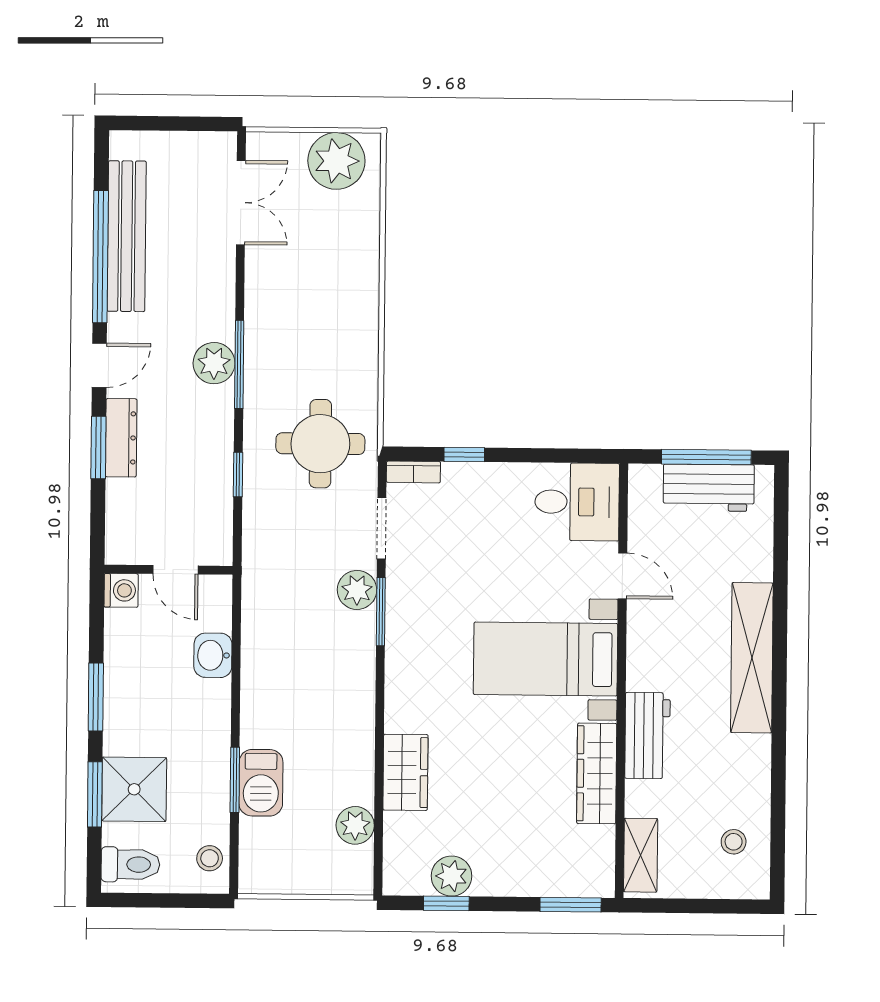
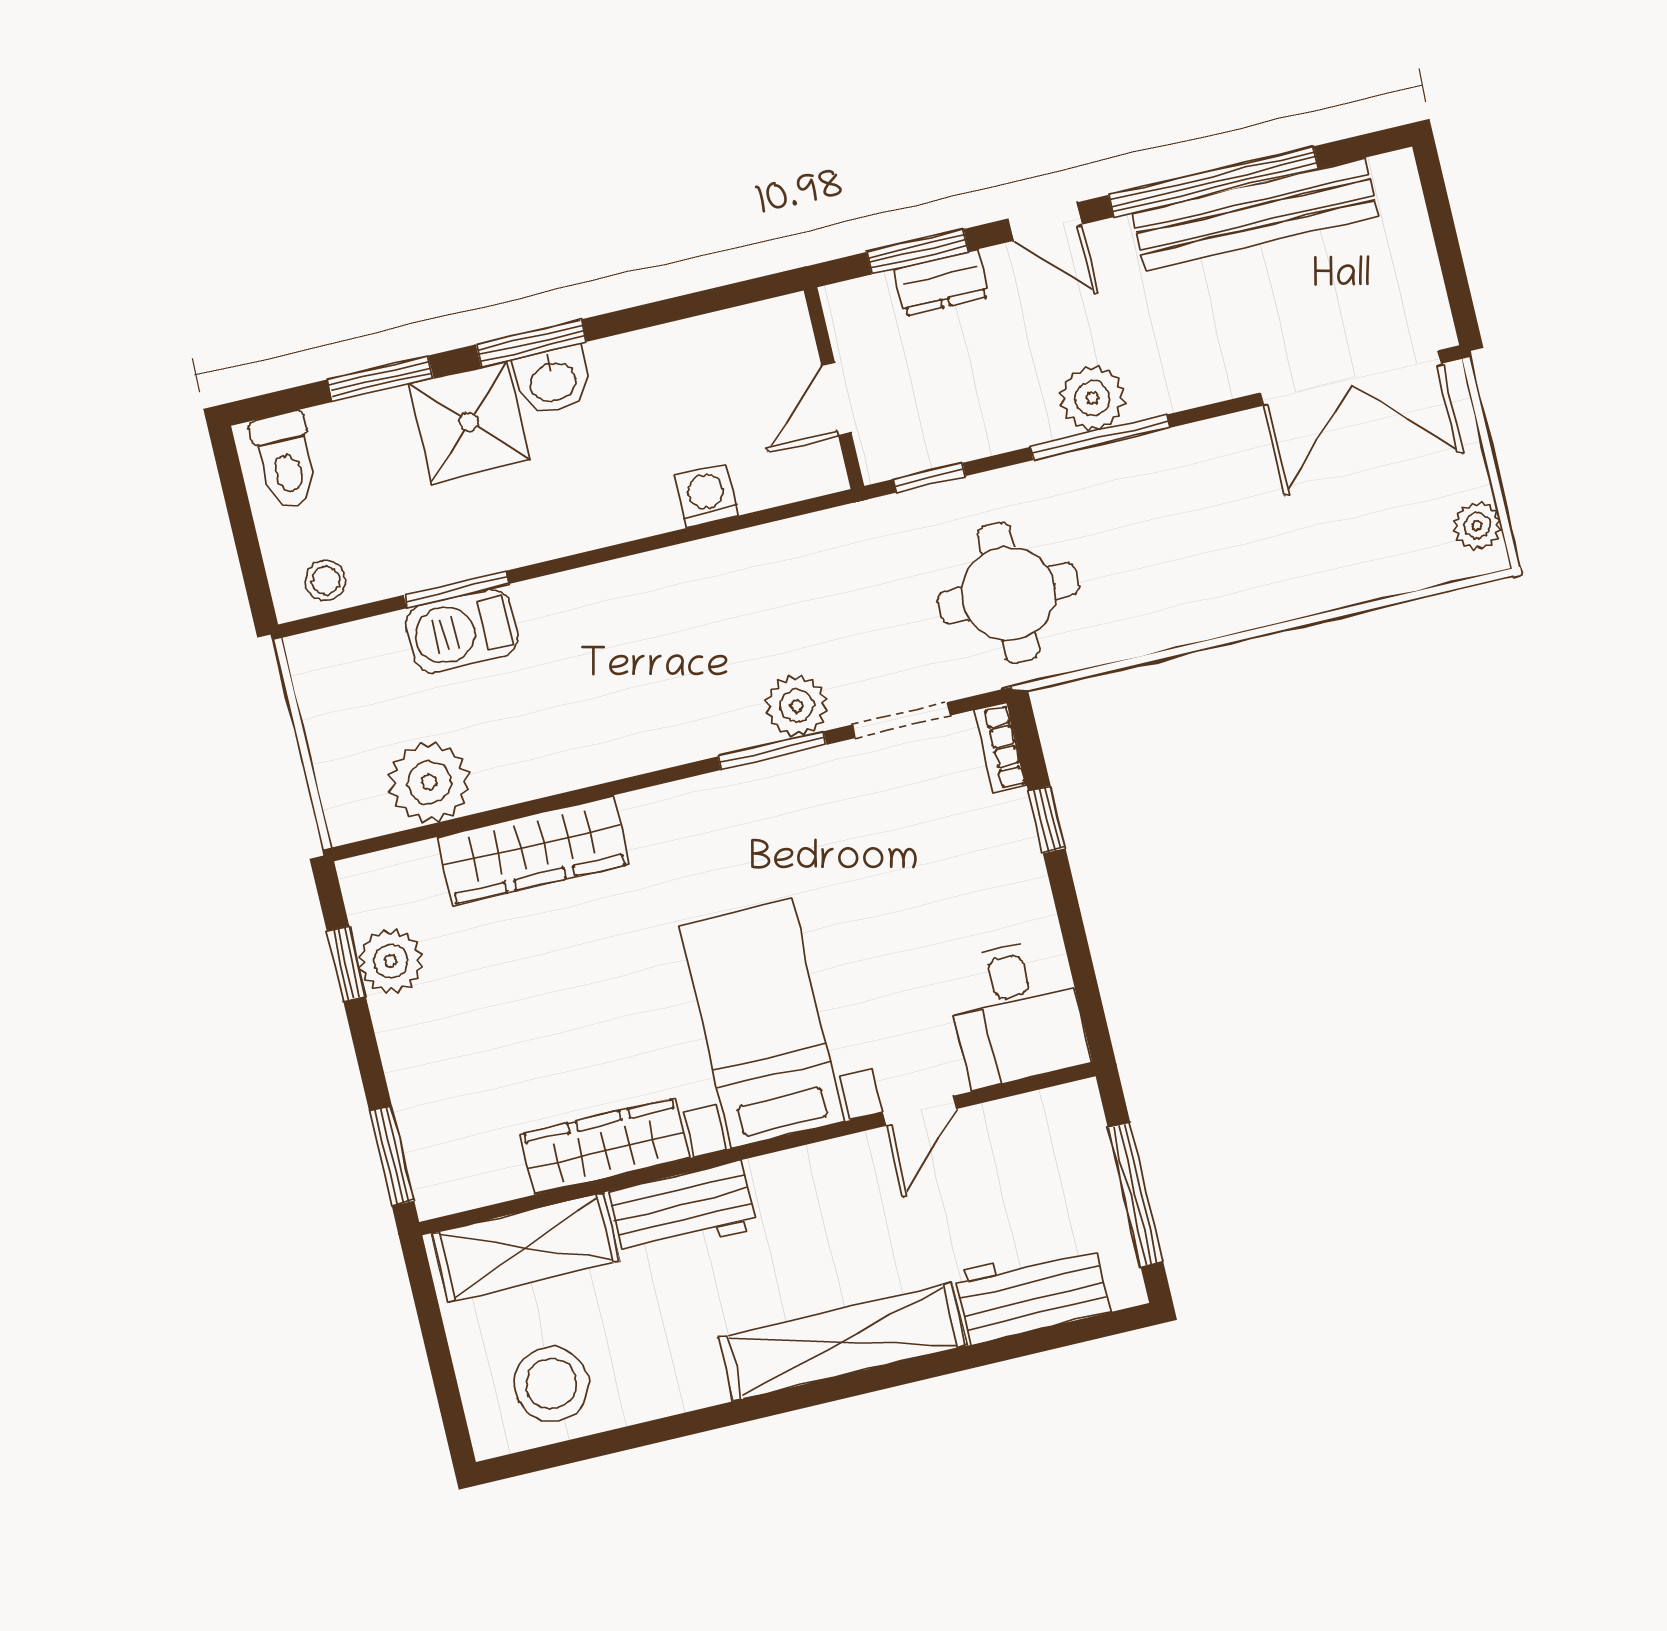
plant: (336, 161) -> (1477, 526), width x0.53, depth x0.53
double door: (241, 203) -> (1351, 378), width x1.37
dresser: (121, 438) -> (941, 283), width x0.70
workbench: (709, 488) -> (1033, 1292), moved, turned 90
wall: (169, 570) -> (834, 388), moved
door: (175, 570) -> (836, 399), moved
washing machine: (121, 590) -> (706, 496), moved, turned 180
washbasin: (213, 655) -> (553, 381), moved, turned 180
wardrobe: (405, 772) -> (533, 850), width x1.50
shower: (134, 789) -> (469, 422), moved
plant: (355, 825) -> (429, 782), width x1.36, depth x1.36
stool: (734, 842) -> (551, 1384), width x1.89, depth x1.89
shelving: (641, 855) -> (526, 1247), width x1.50, depth x1.33

